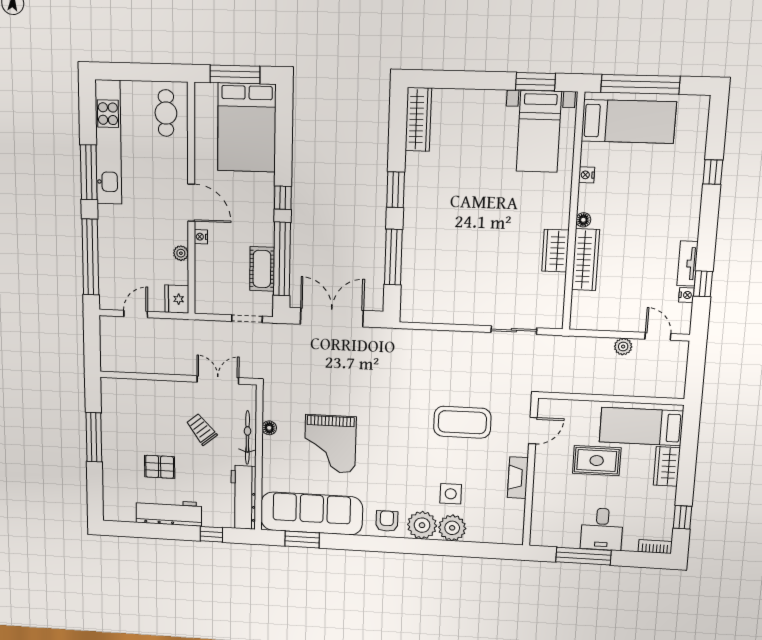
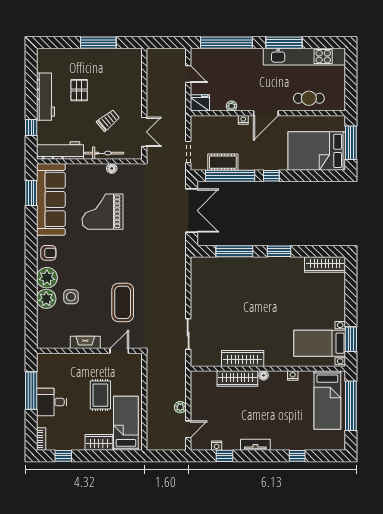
cafe table: (166, 113) -> (309, 98), moved
wardrobe: (555, 251) -> (243, 358), width x1.50
tv unit: (687, 263) -> (255, 445), moved
door: (533, 431) -> (119, 351), swing flipped

